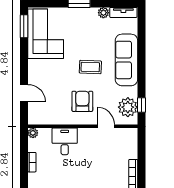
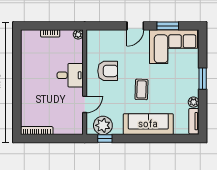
window: (24, 26) -> (168, 26), moved
door: (24, 93) -> (135, 26), moved
armchair: (82, 101) -> (108, 71), moved
desk: (65, 141) -> (70, 75), moved

